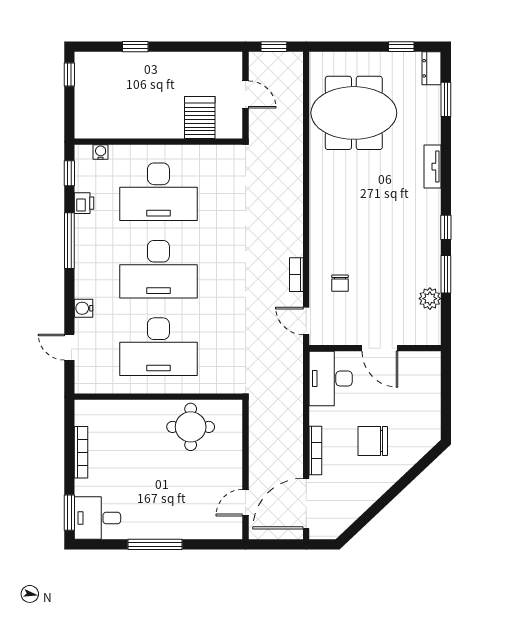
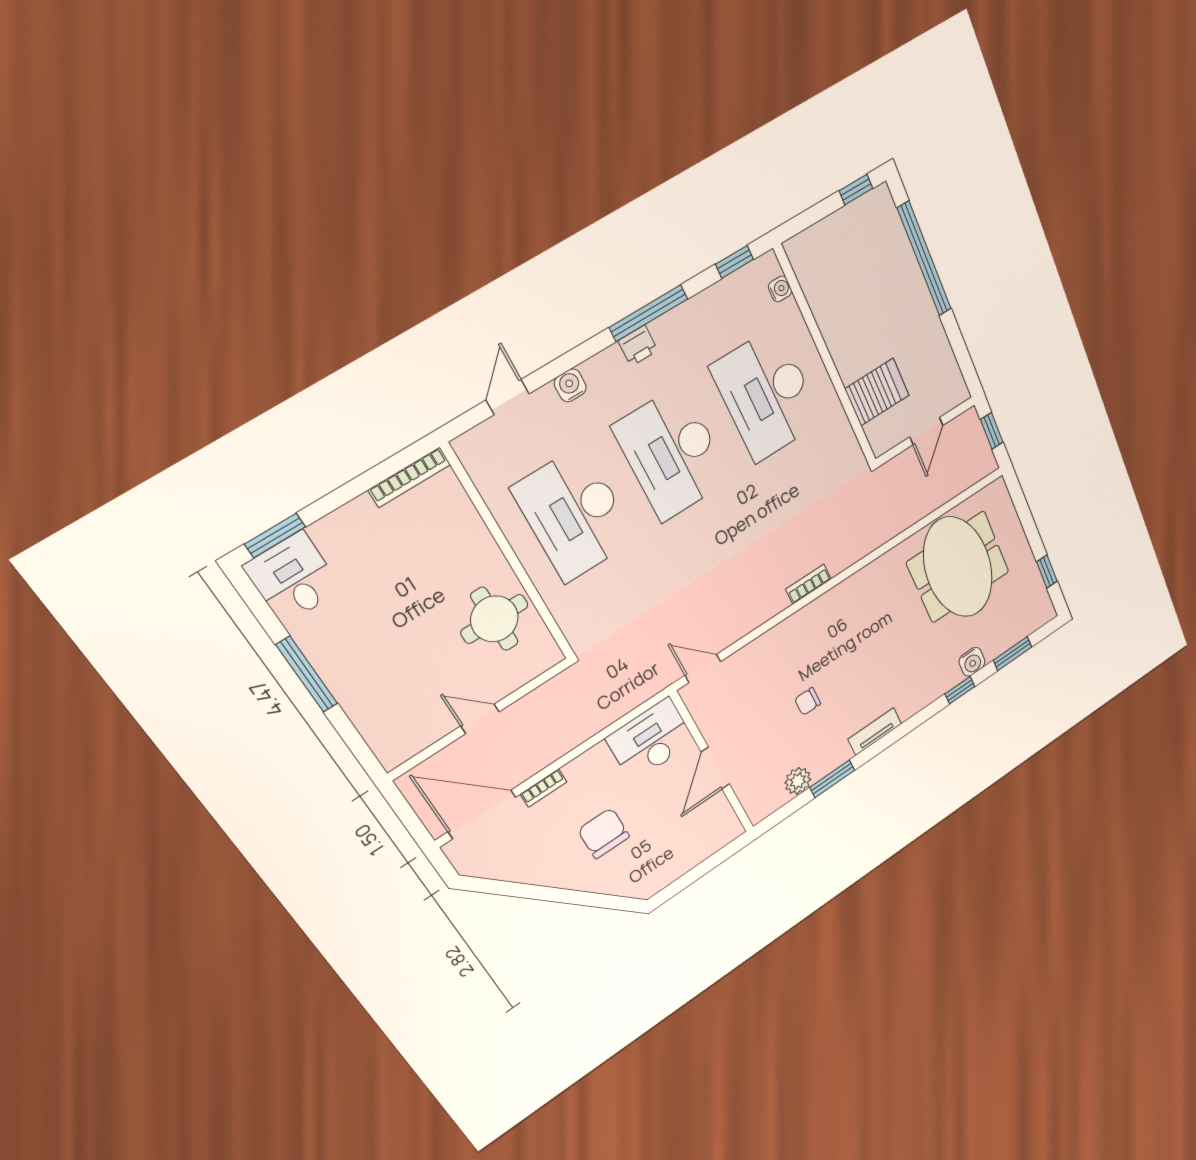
window: (135, 47) -> (924, 259), width x3.17
dresser: (431, 68) -> (1038, 617), removed
water cooler: (431, 133) -> (972, 662), added
tv unit: (432, 167) -> (875, 731), moved
printer: (84, 203) -> (638, 346), moved
window: (446, 227) -> (960, 690), moved
bookcase: (296, 275) -> (808, 584), moved
chair: (340, 283) -> (808, 701), moved
door: (306, 321) -> (703, 668), hinge flipped
bookcase: (315, 450) -> (544, 788), width x0.64
bookcase: (81, 452) -> (409, 477), moved
door: (245, 503) -> (480, 719), moved

